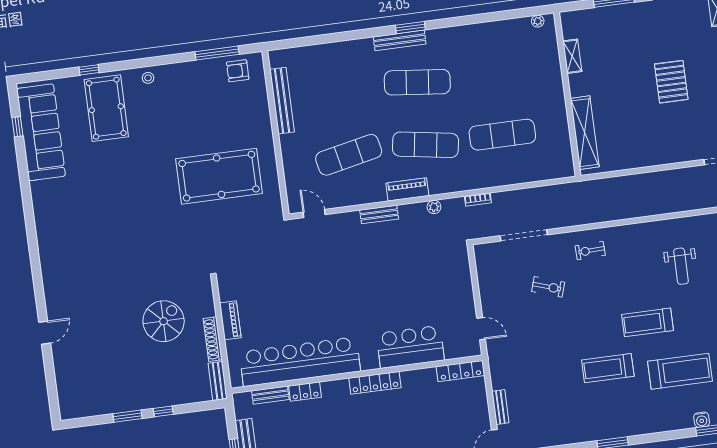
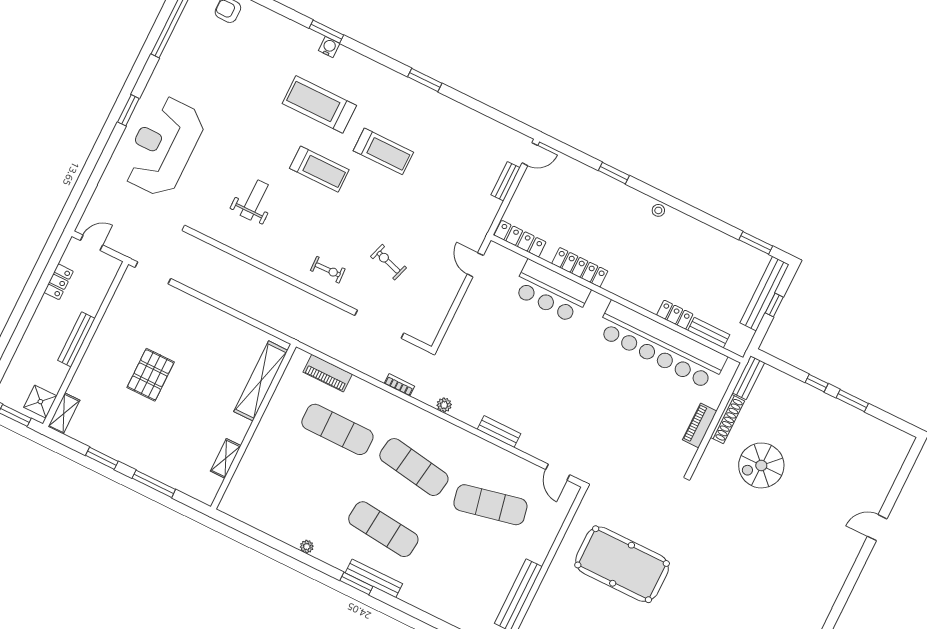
plant: (538, 21) -> (307, 547), moved
piano: (407, 189) -> (328, 373), moved
locker: (375, 383) -> (580, 267), moved

